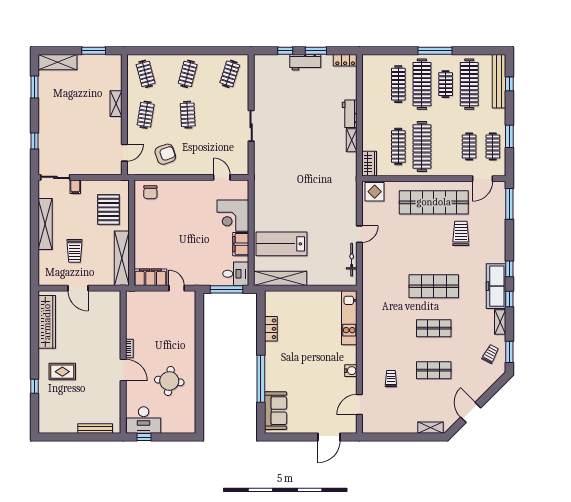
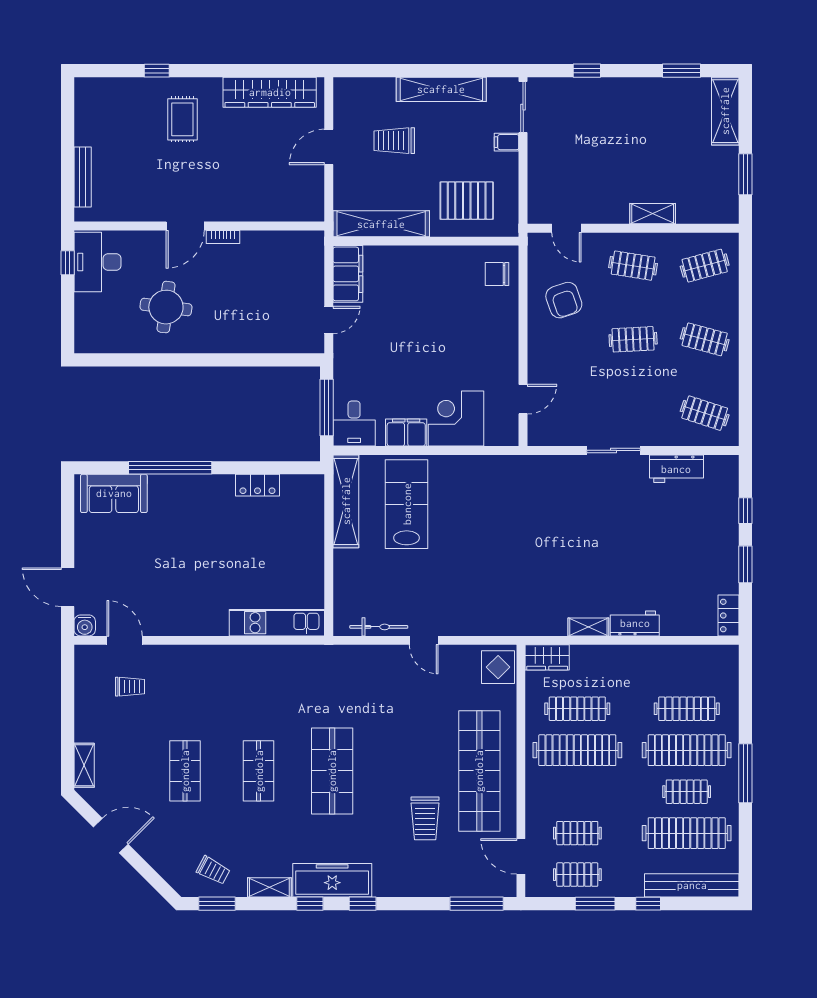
workbench: (305, 62) -> (676, 469), moved, turned -90
window: (509, 84) -> (648, 904), moved
trolley: (461, 233) -> (425, 818), turned 90
water cooler: (351, 371) -> (85, 625), moved
trolley: (391, 379) -> (130, 687), moved

